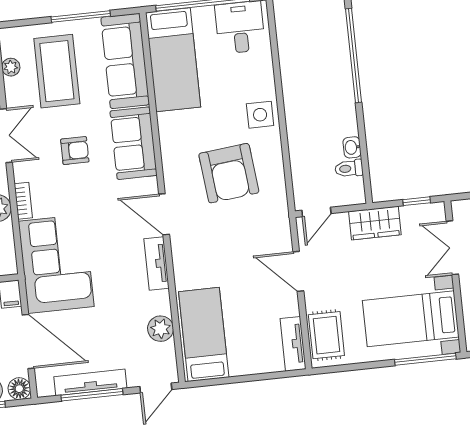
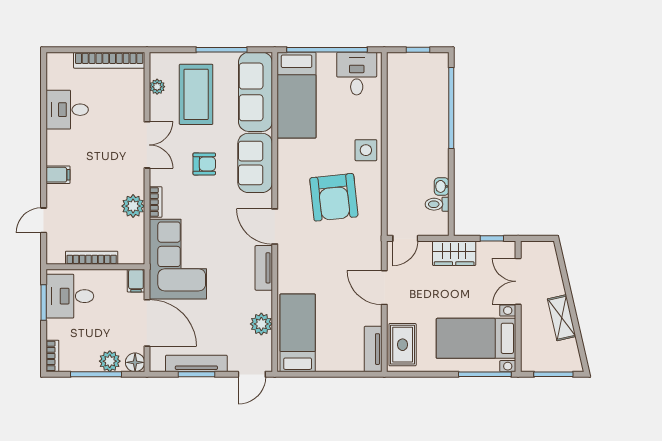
window: (92, 395) -> (197, 374), width x0.69

